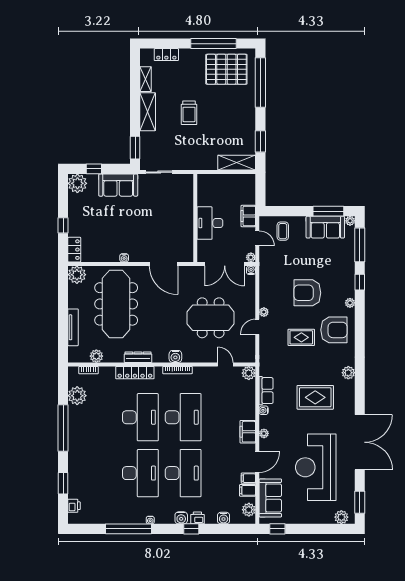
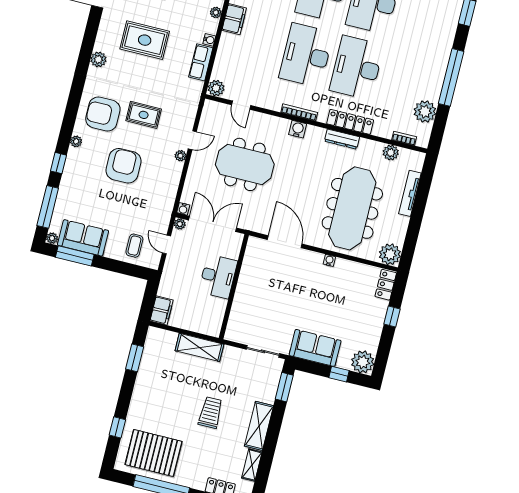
window: (260, 83) -> (117, 427), width x0.32
shelving: (237, 163) -> (199, 347), moved
filing cabinet: (248, 216) -> (162, 310), moved
armchair: (307, 293) -> (123, 166), turned -90

